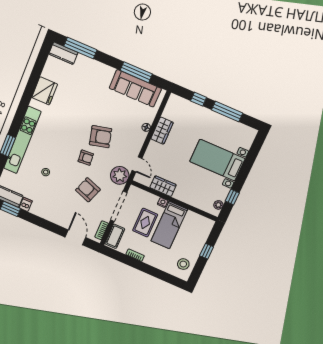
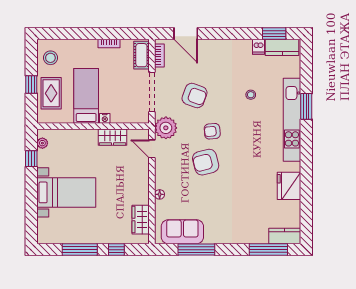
sofa: (135, 88) -> (182, 232), width x0.73
wardrobe: (162, 131) -> (141, 220), moved
rug: (145, 223) -> (51, 93), moved

